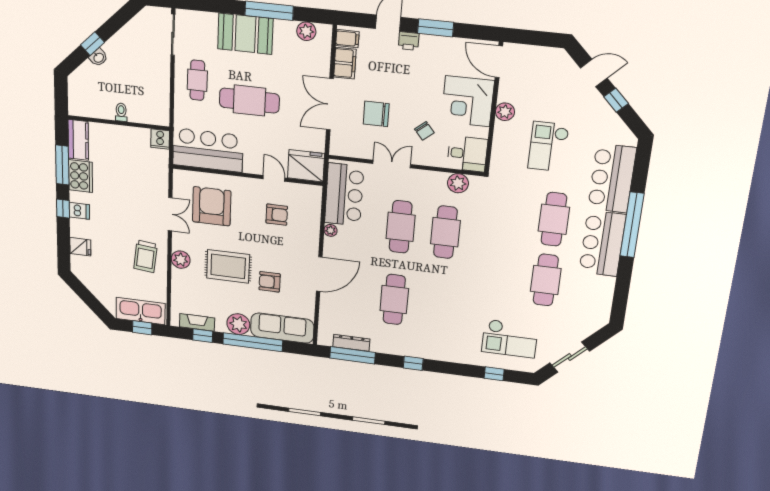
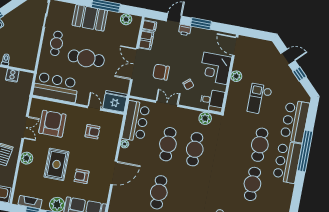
cooker: (160, 139) -> (12, 75), moved
rug: (228, 266) -> (56, 164), turned 90

